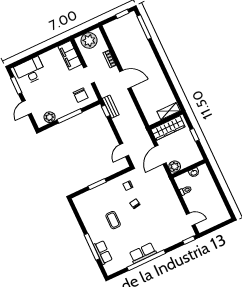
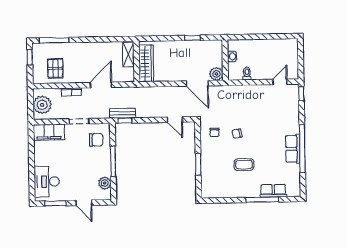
pallet: (122, 38) -> (55, 68), added
shelving: (169, 111) -> (128, 55), moved
wall: (166, 120) -> (137, 62), moved
wardrobe: (168, 128) -> (146, 63), moved

